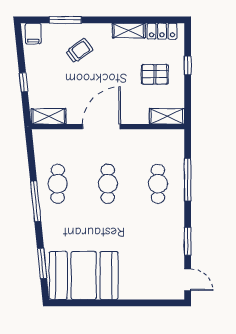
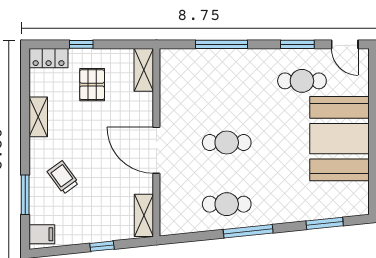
locker: (162, 31) -> (49, 58), moved, turned 90
cafe table: (158, 184) -> (302, 81), moved
booth: (84, 275) -> (340, 139), moved
door: (188, 280) -> (345, 44), swing flipped

